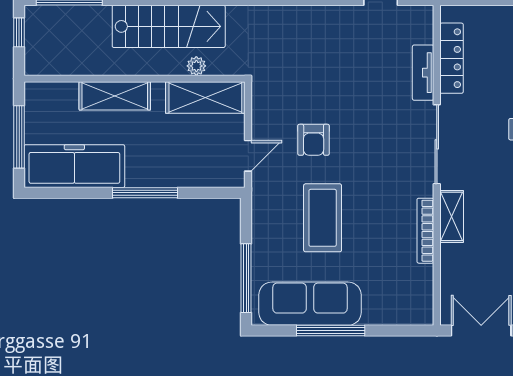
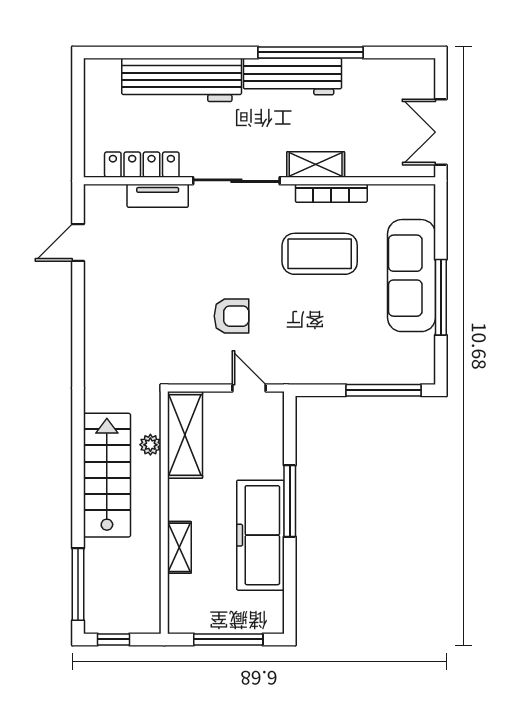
shelving: (115, 96) -> (179, 547), width x0.67, depth x0.75
freezer: (74, 166) -> (260, 535), moved
coffee table: (323, 218) -> (320, 254), moved
sofa: (310, 304) -> (411, 276), moved

